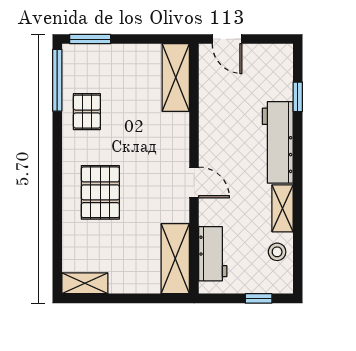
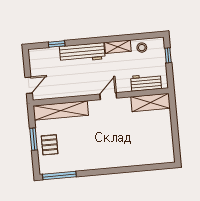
window: (90, 39) -> (34, 139), moved
shelving: (176, 78) -> (61, 110), width x1.47
pallet: (87, 112) -> (50, 145), moved, turned 90
pallet: (100, 192) -> (118, 147), removed
shelving: (85, 283) -> (168, 150), removed

